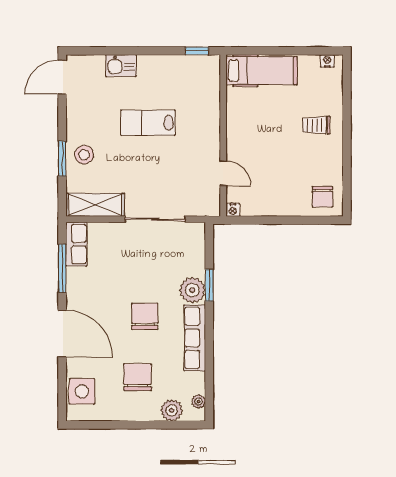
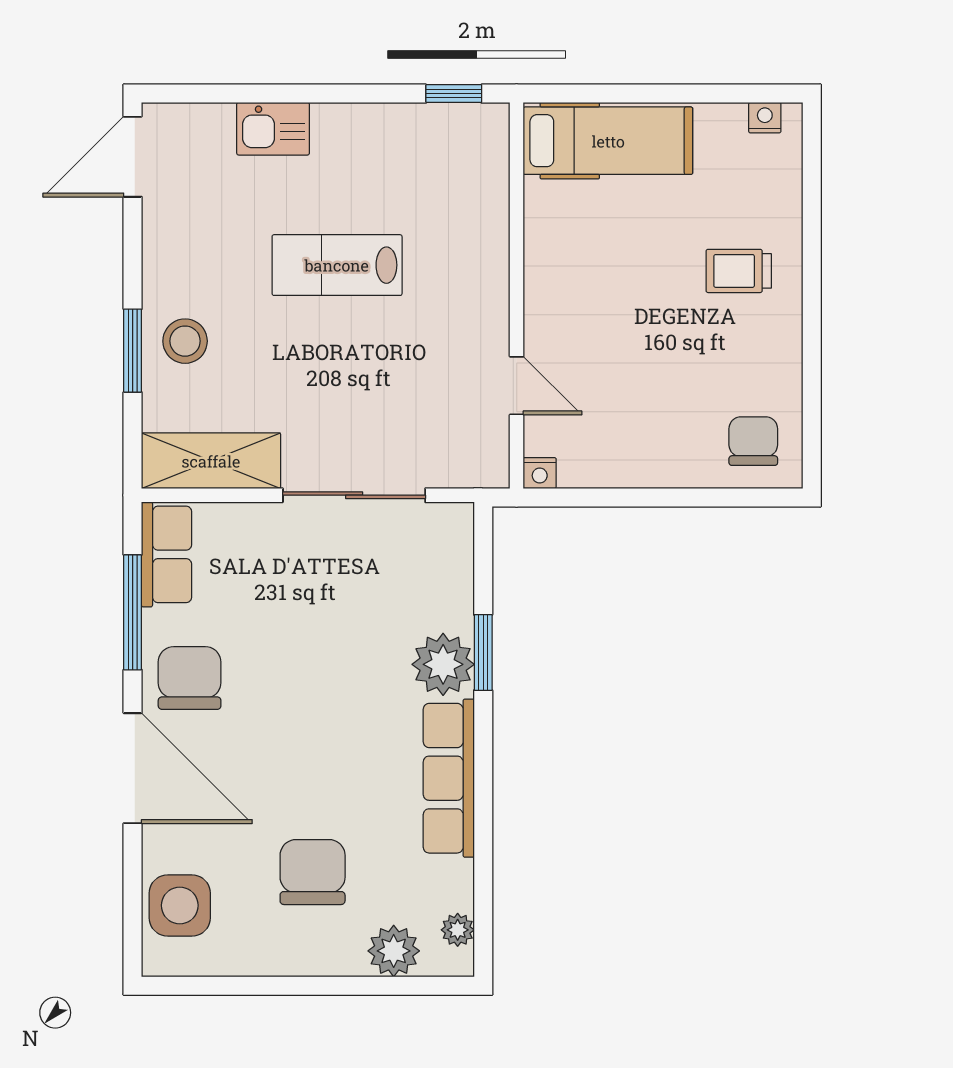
chair: (322, 197) -> (753, 441), turned 180
chair: (145, 316) -> (190, 678), moved

